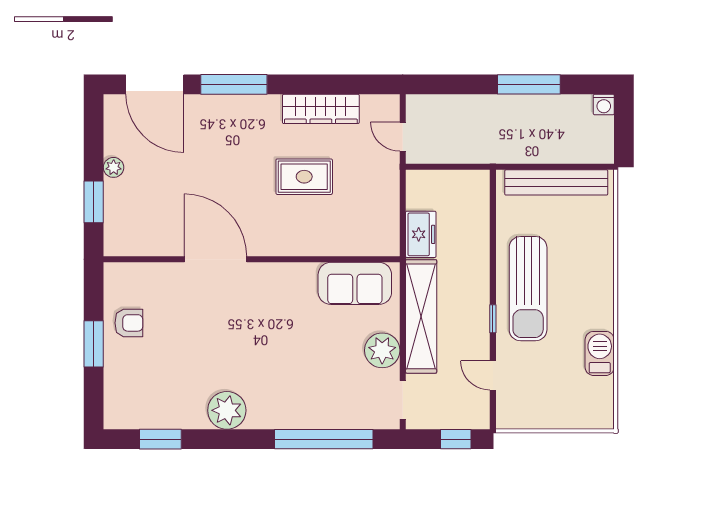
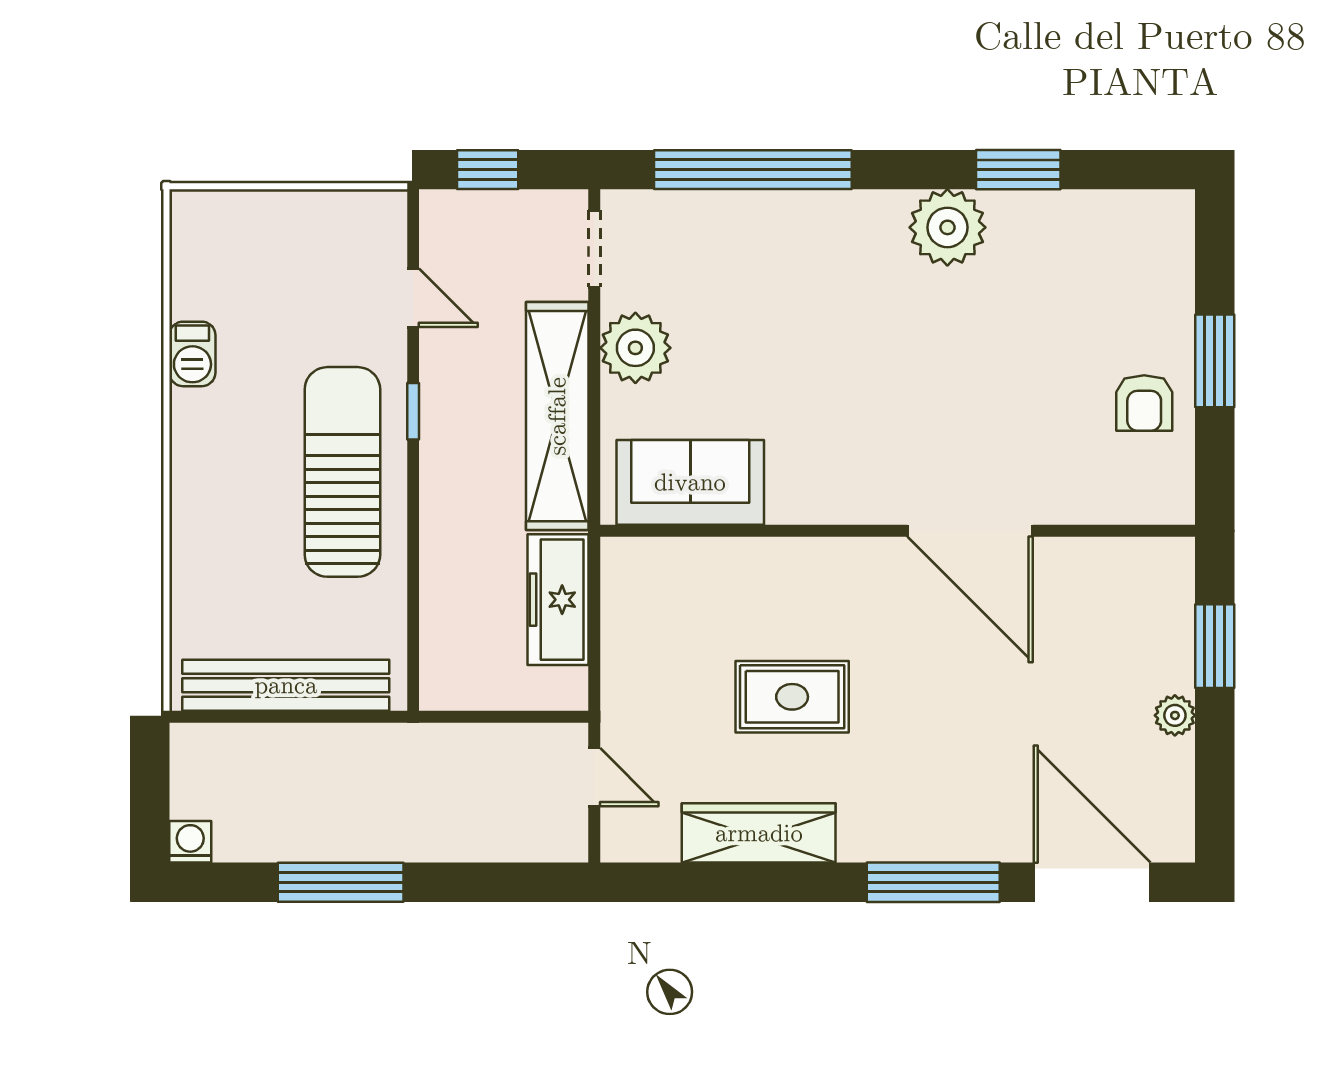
freezer: (421, 234) -> (558, 600), width x1.40
armchair: (129, 323) -> (1144, 403), turned -90
barbecue: (600, 353) -> (192, 354), width x0.73, depth x0.79
window: (160, 439) -> (1018, 170), moved

